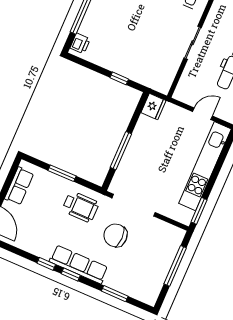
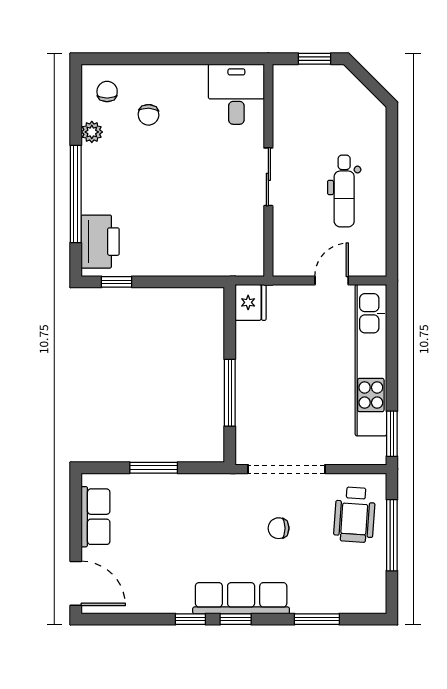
printer: (80, 43) -> (100, 242), width x1.87, depth x1.48
window: (119, 78) -> (117, 282), moved
wheelchair: (81, 207) -> (355, 515), moved, turned 94
chair: (115, 235) -> (279, 528), width x0.54, depth x0.54

